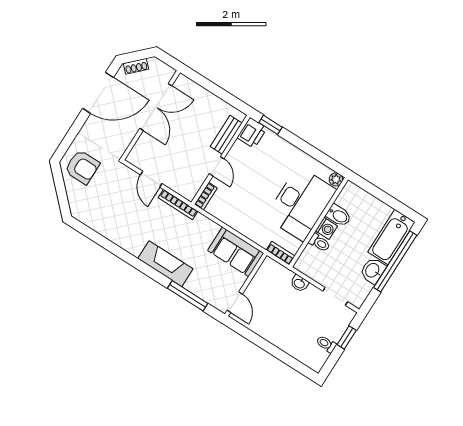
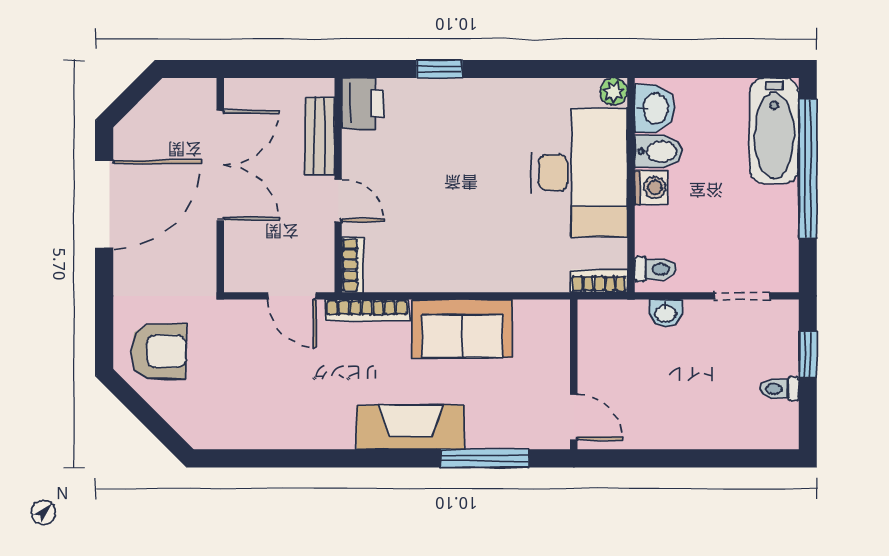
shoe rack: (136, 66) -> (141, 116), removed
printer: (252, 133) -> (363, 103), moved
bench: (226, 135) -> (320, 136), moved
wall: (221, 160) -> (338, 185), moved
door: (217, 166) -> (338, 201), moved
bookcase: (206, 196) -> (353, 265), moved
toilet: (319, 243) -> (655, 269), moved
sofa: (236, 252) -> (462, 329), moved
washbasin: (373, 271) -> (654, 109), moved, turned 180

